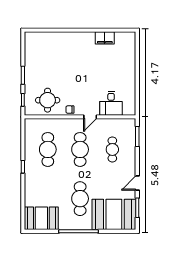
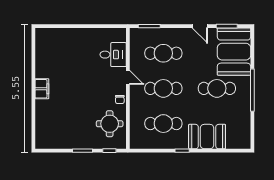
filing cabinet: (105, 38) -> (42, 89), moved
cafe table: (112, 149) -> (163, 53), width x1.37, depth x1.35
booth: (41, 218) -> (207, 137), moved, turned 90

